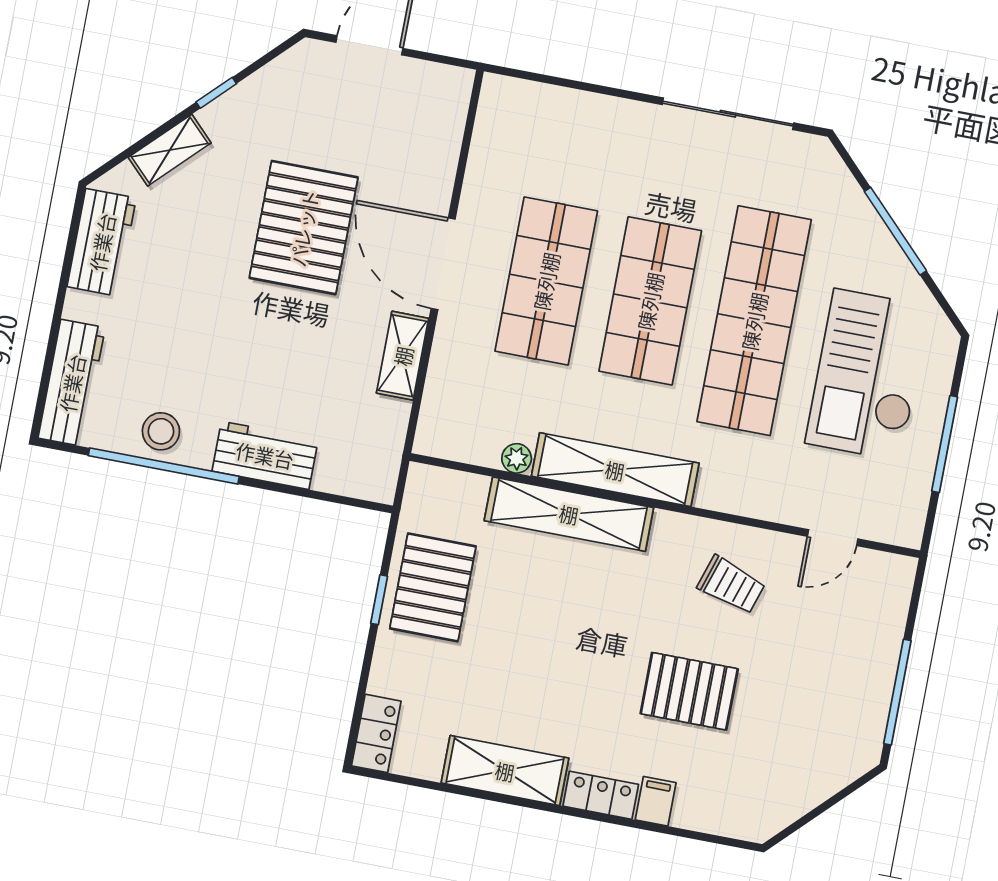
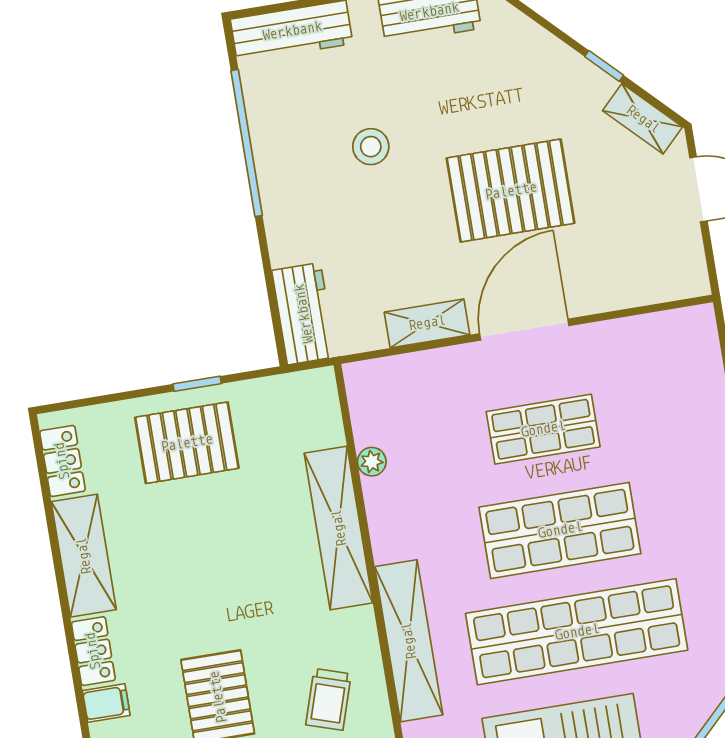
shelving: (170, 150) -> (643, 119), moved
shop shelf: (546, 281) -> (543, 429), width x0.70, depth x0.74
stool: (161, 431) -> (371, 147), moved
workbench: (265, 455) -> (304, 314), moved
shelving: (615, 470) -> (409, 641), moved
pallet: (433, 587) -> (187, 443), moved
locker: (376, 733) -> (62, 461), moved, turned -90

